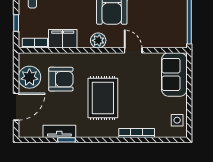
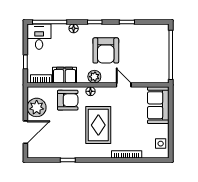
floor lamp: (94, 58) -> (90, 91), added
armchair: (61, 79) -> (68, 100), moved
tv unit: (59, 131) -> (62, 153), removed

